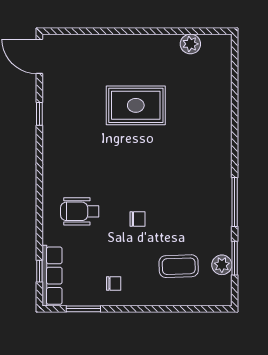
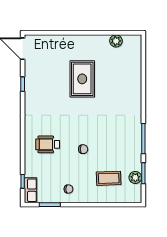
rug: (136, 105) -> (82, 79), turned 90
row of seats: (52, 276) -> (30, 190), width x0.68

